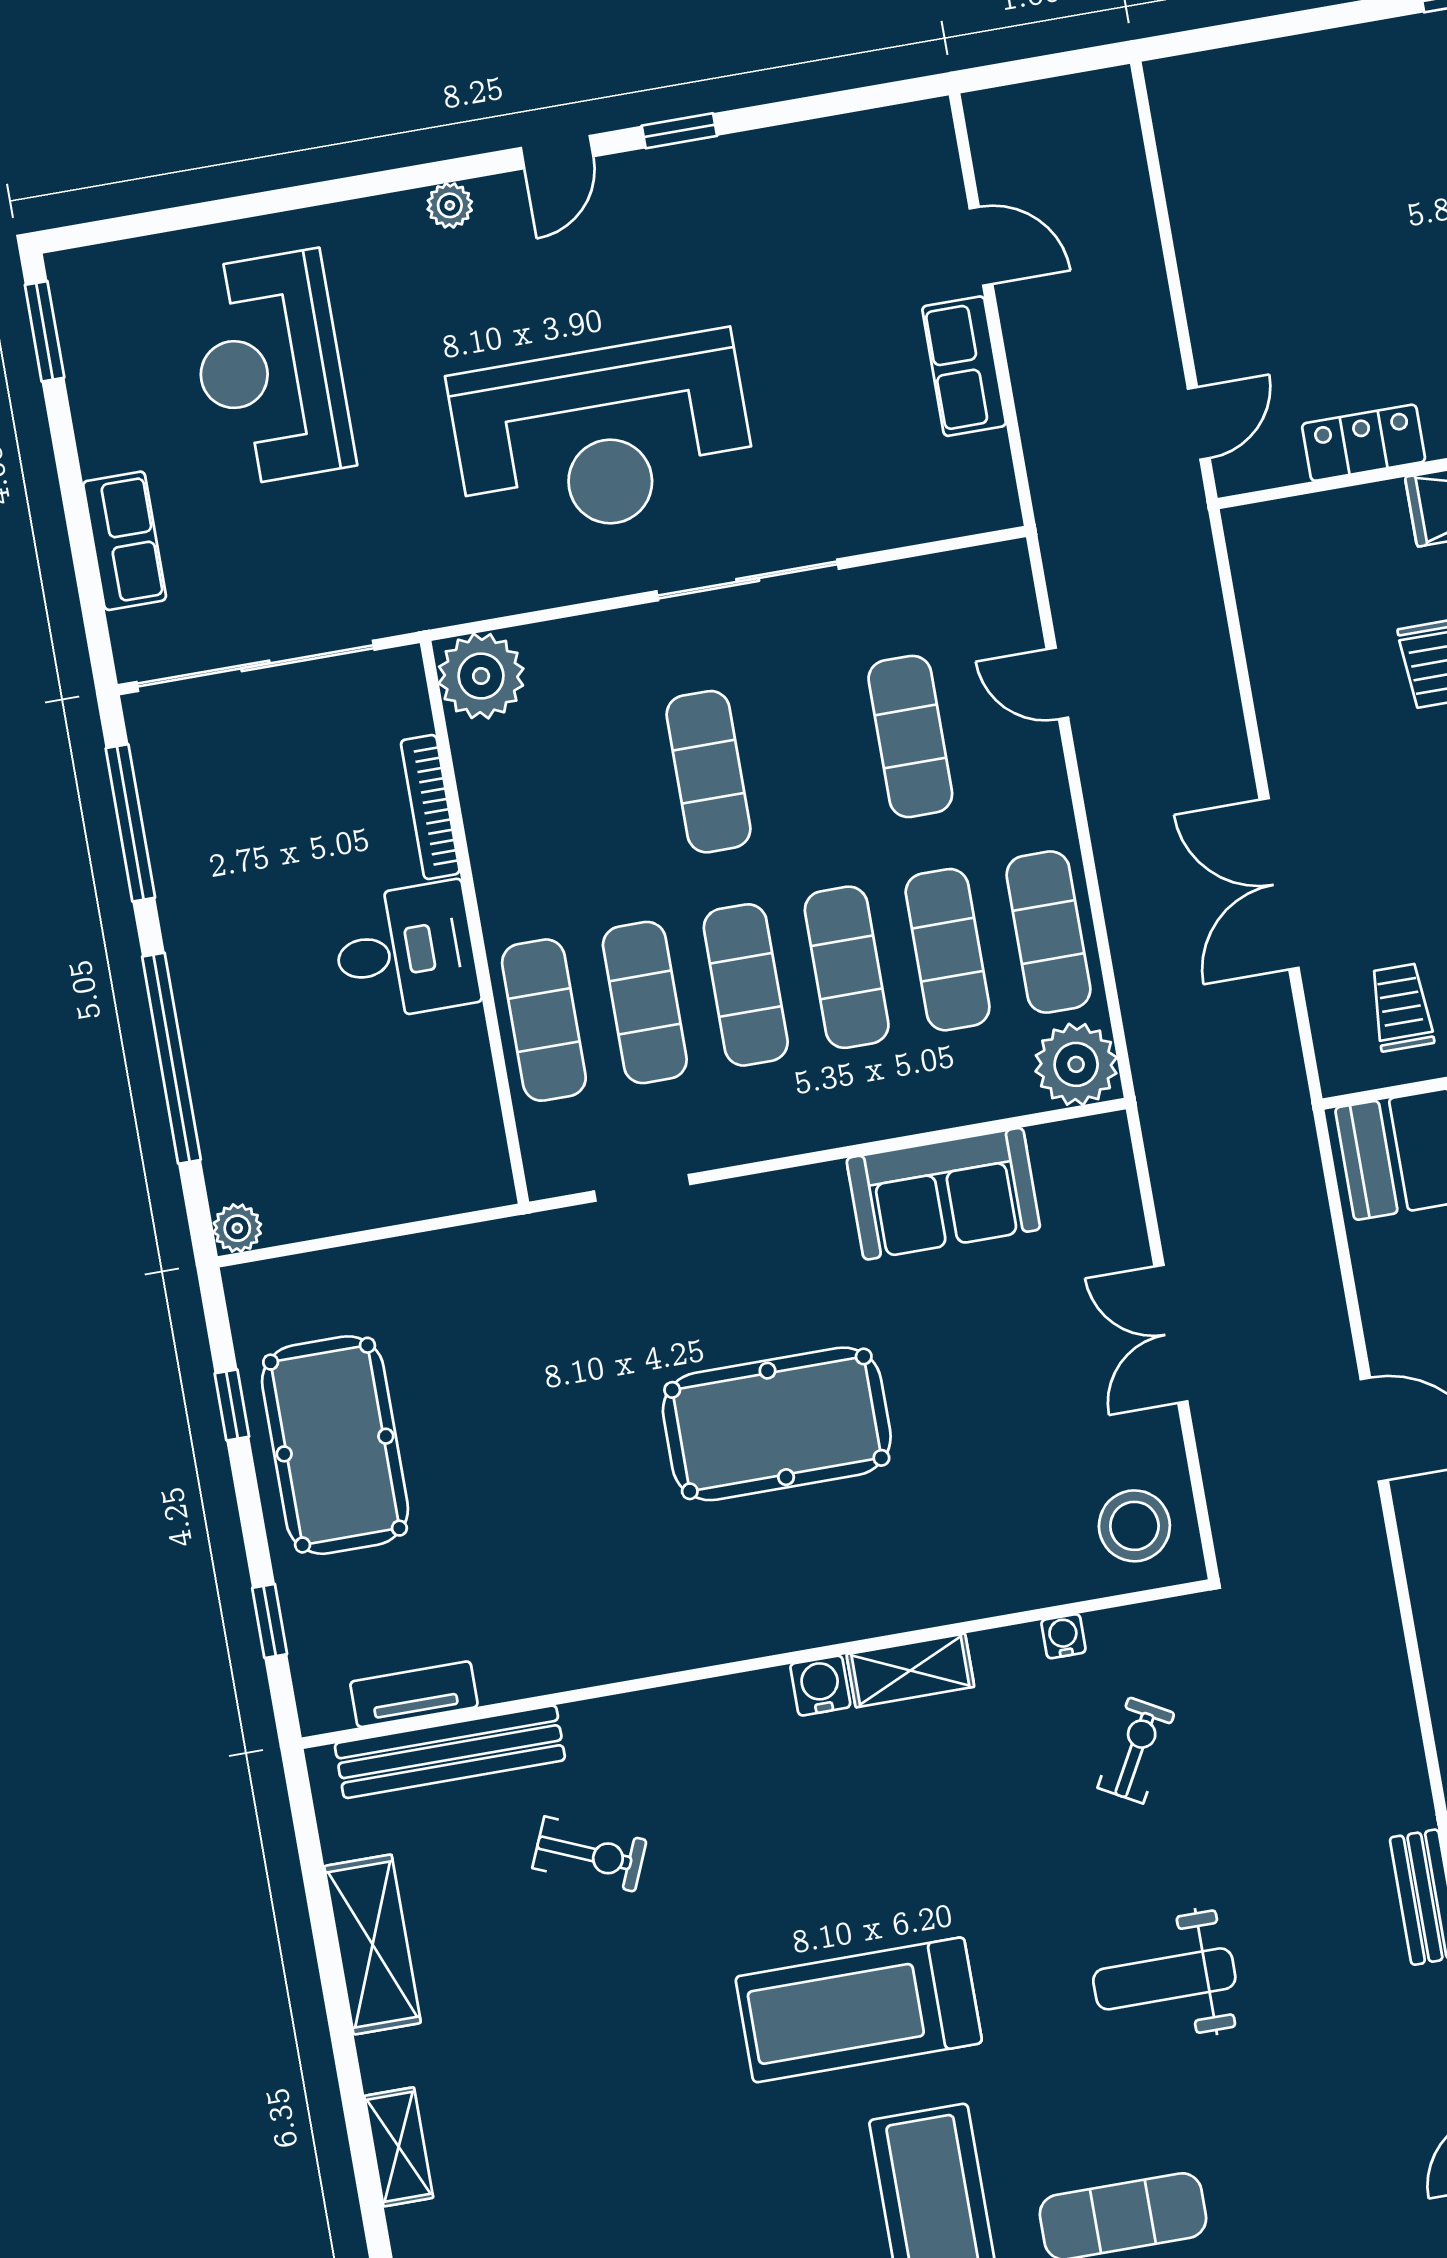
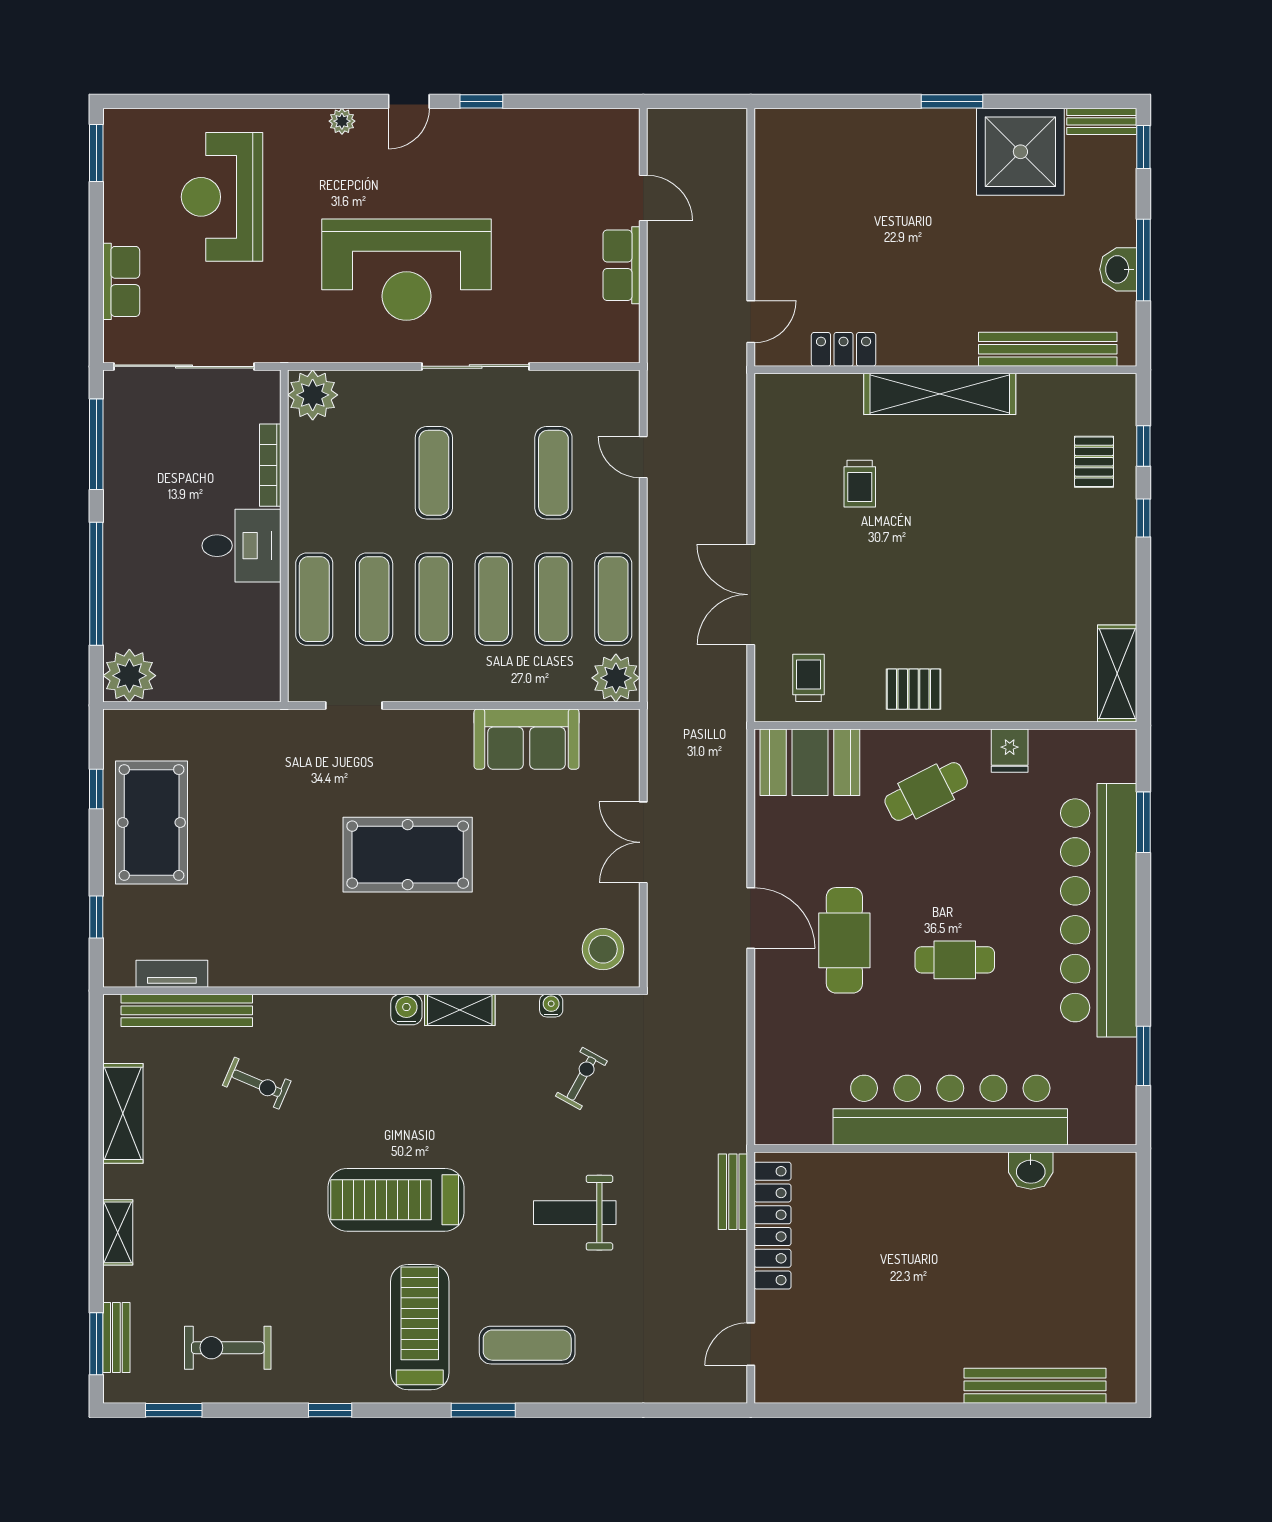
plant: (237, 1228) -> (129, 676), width x1.88, depth x1.88

